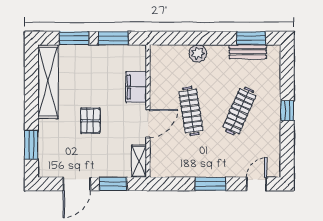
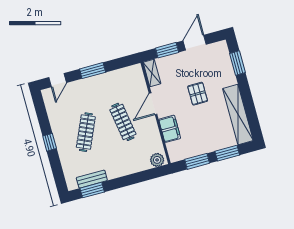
plant: (198, 53) -> (157, 160), moved

